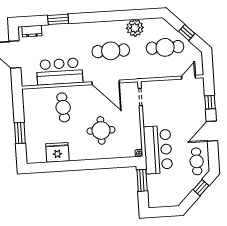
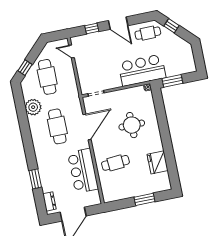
window: (187, 33) -> (25, 68), moved

